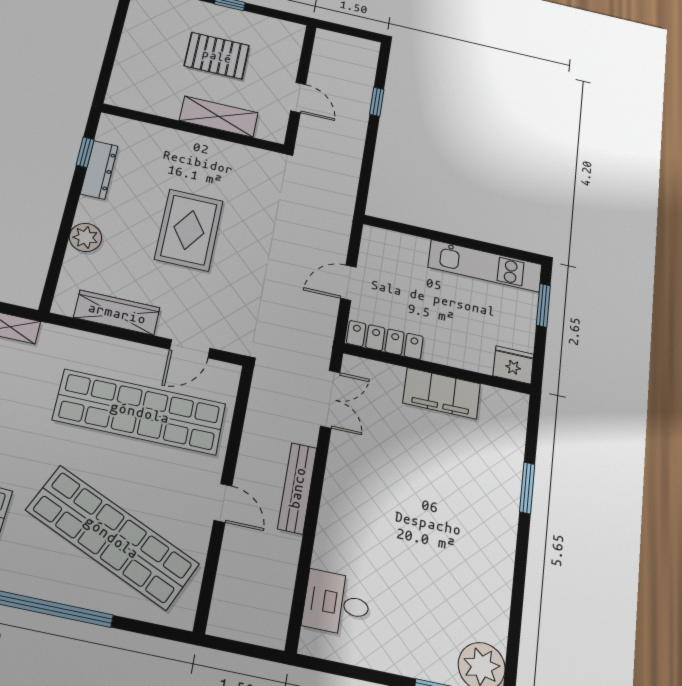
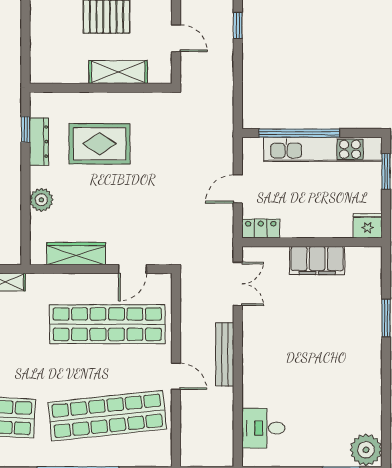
rug: (189, 230) -> (99, 144), moved, turned 90
window: (437, 236) -> (299, 133), added
kitchen unit: (485, 266) -> (323, 149), width x1.36
locker: (385, 340) -> (261, 229), width x0.66
shop shelf: (112, 537) -> (107, 416), turned -30

